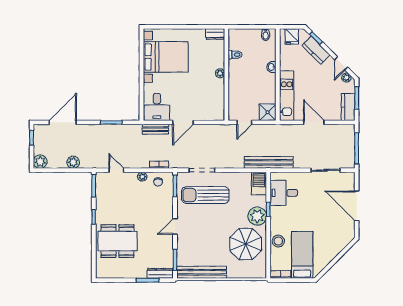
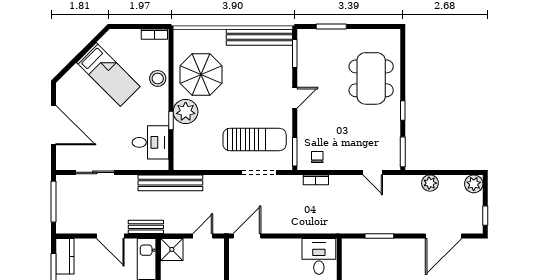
door: (183, 122) -> (247, 236), moved
bench: (155, 129) -> (146, 227), moved
plant: (142, 177) -> (338, 164), removed
barbecue: (259, 184) -> (183, 155), removed
dining table: (117, 241) -> (371, 78), turned 90
bed: (302, 255) -> (108, 74), moved, turned -45
dresser: (160, 273) -> (314, 36), removed

